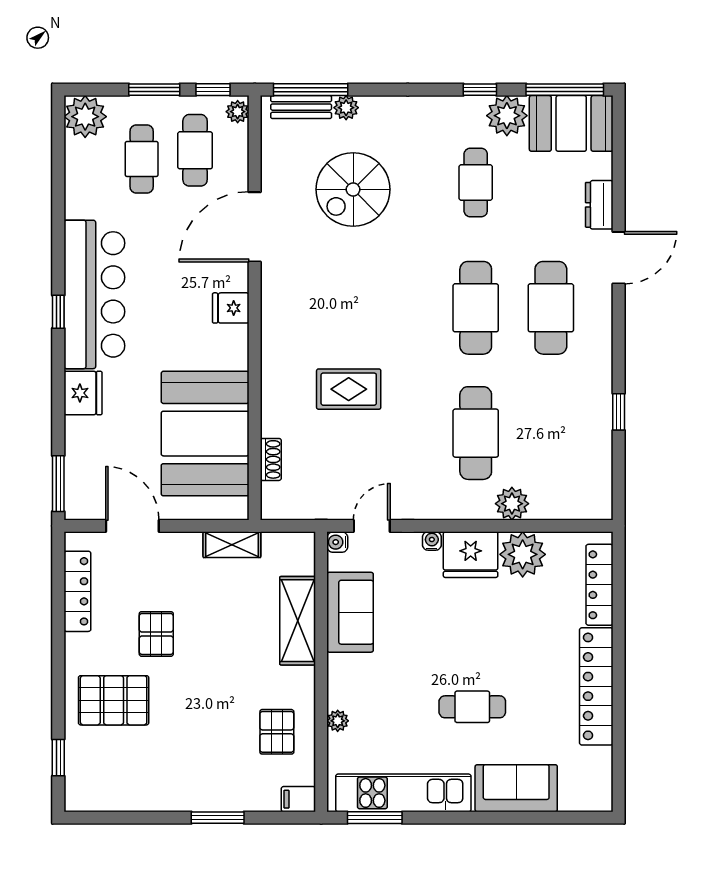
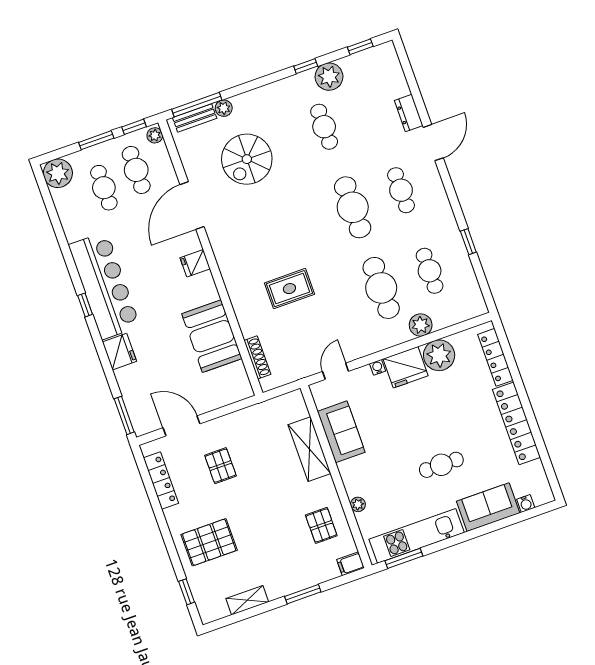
window: (565, 90) -> (360, 47), width x0.46
booth: (571, 123) -> (372, 67), removed
cafe table: (551, 308) -> (401, 190), width x0.73, depth x0.74
cafe table: (551, 433) -> (430, 271), added
booth: (205, 434) -> (212, 336), width x0.73, depth x0.70
shoe rack: (271, 459) -> (257, 357), width x1.43
water cooler: (337, 542) -> (526, 503), moved, turned -90
shelving: (232, 545) -> (247, 600), moved
pallet: (156, 634) -> (220, 466), moved

